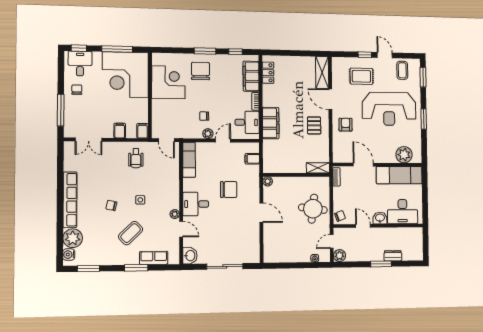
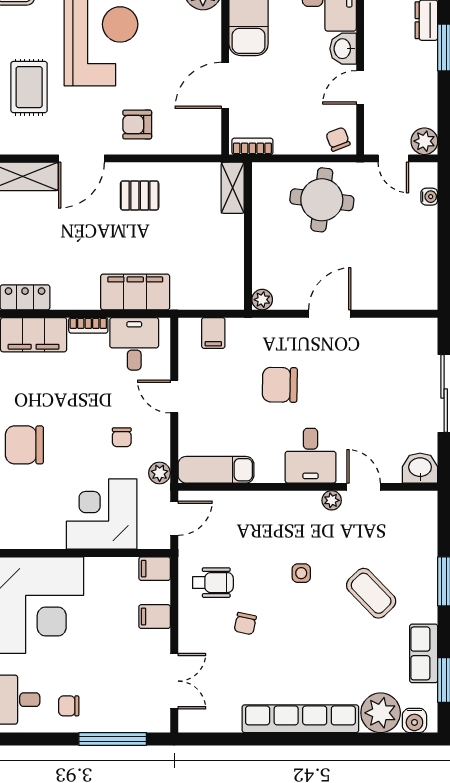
corner desk: (168, 82) -> (102, 514), moved
plant: (208, 134) -> (160, 473), moved
chair: (229, 190) -> (280, 385), turned -89
chair: (111, 205) -> (245, 624), moved
door: (181, 229) -> (364, 487), hinge flipped
row of seats: (154, 258) -> (424, 653), moved

